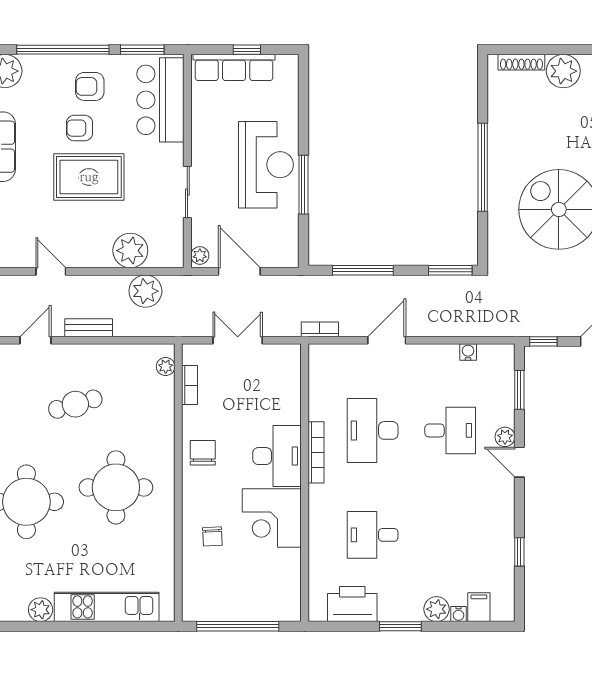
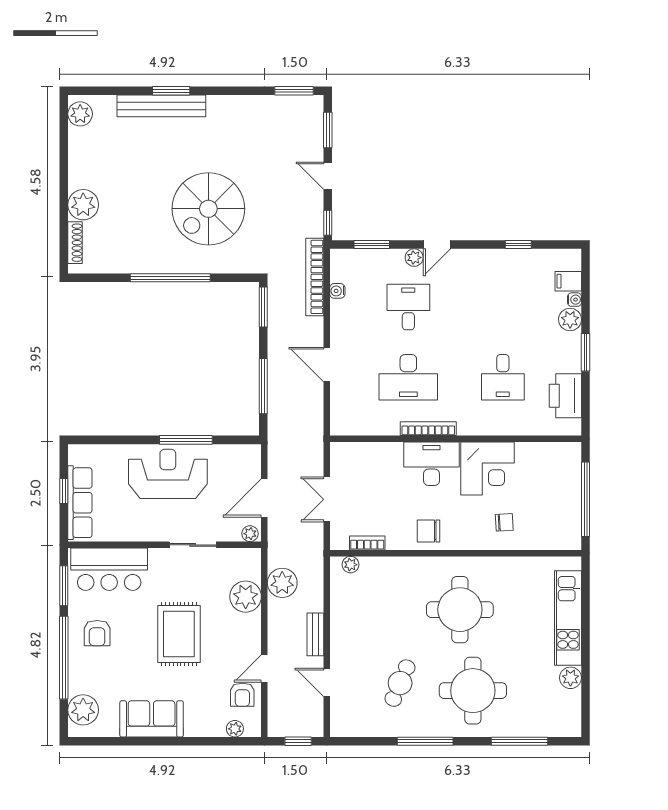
armchair: (80, 128) -> (242, 695), moved
bookcase: (320, 329) -> (315, 277), moved, width x2.31, depth x1.31
cafe table: (75, 404) -> (400, 683), moved, turned 39

